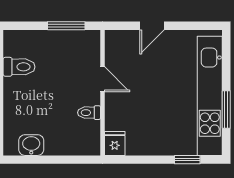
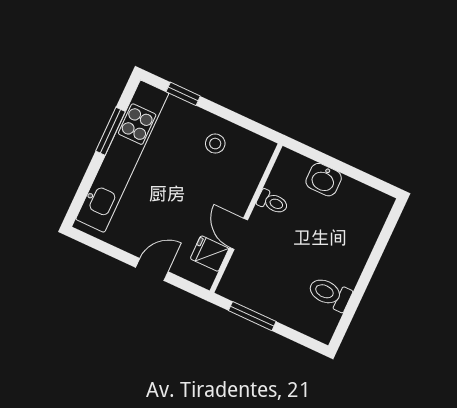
stool: (149, 135) -> (215, 144), added
fridge: (115, 143) -> (210, 254), moved, turned 90
washbasin: (31, 145) -> (324, 180), moved

